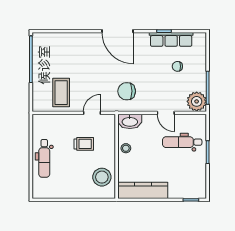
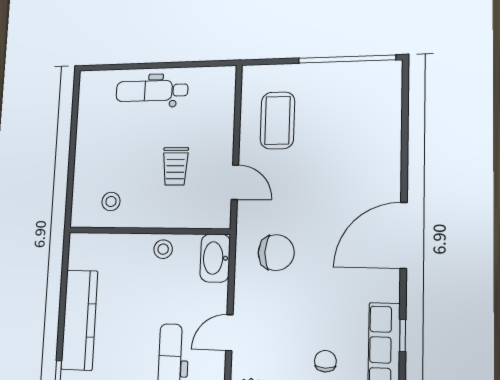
chair: (127, 91) -> (276, 253), turned 90
coffee table: (61, 93) -> (277, 120), turned 90
stool: (102, 177) -> (111, 201), width x0.53, depth x0.53
kitchen counter: (143, 190) -> (79, 320), moved

